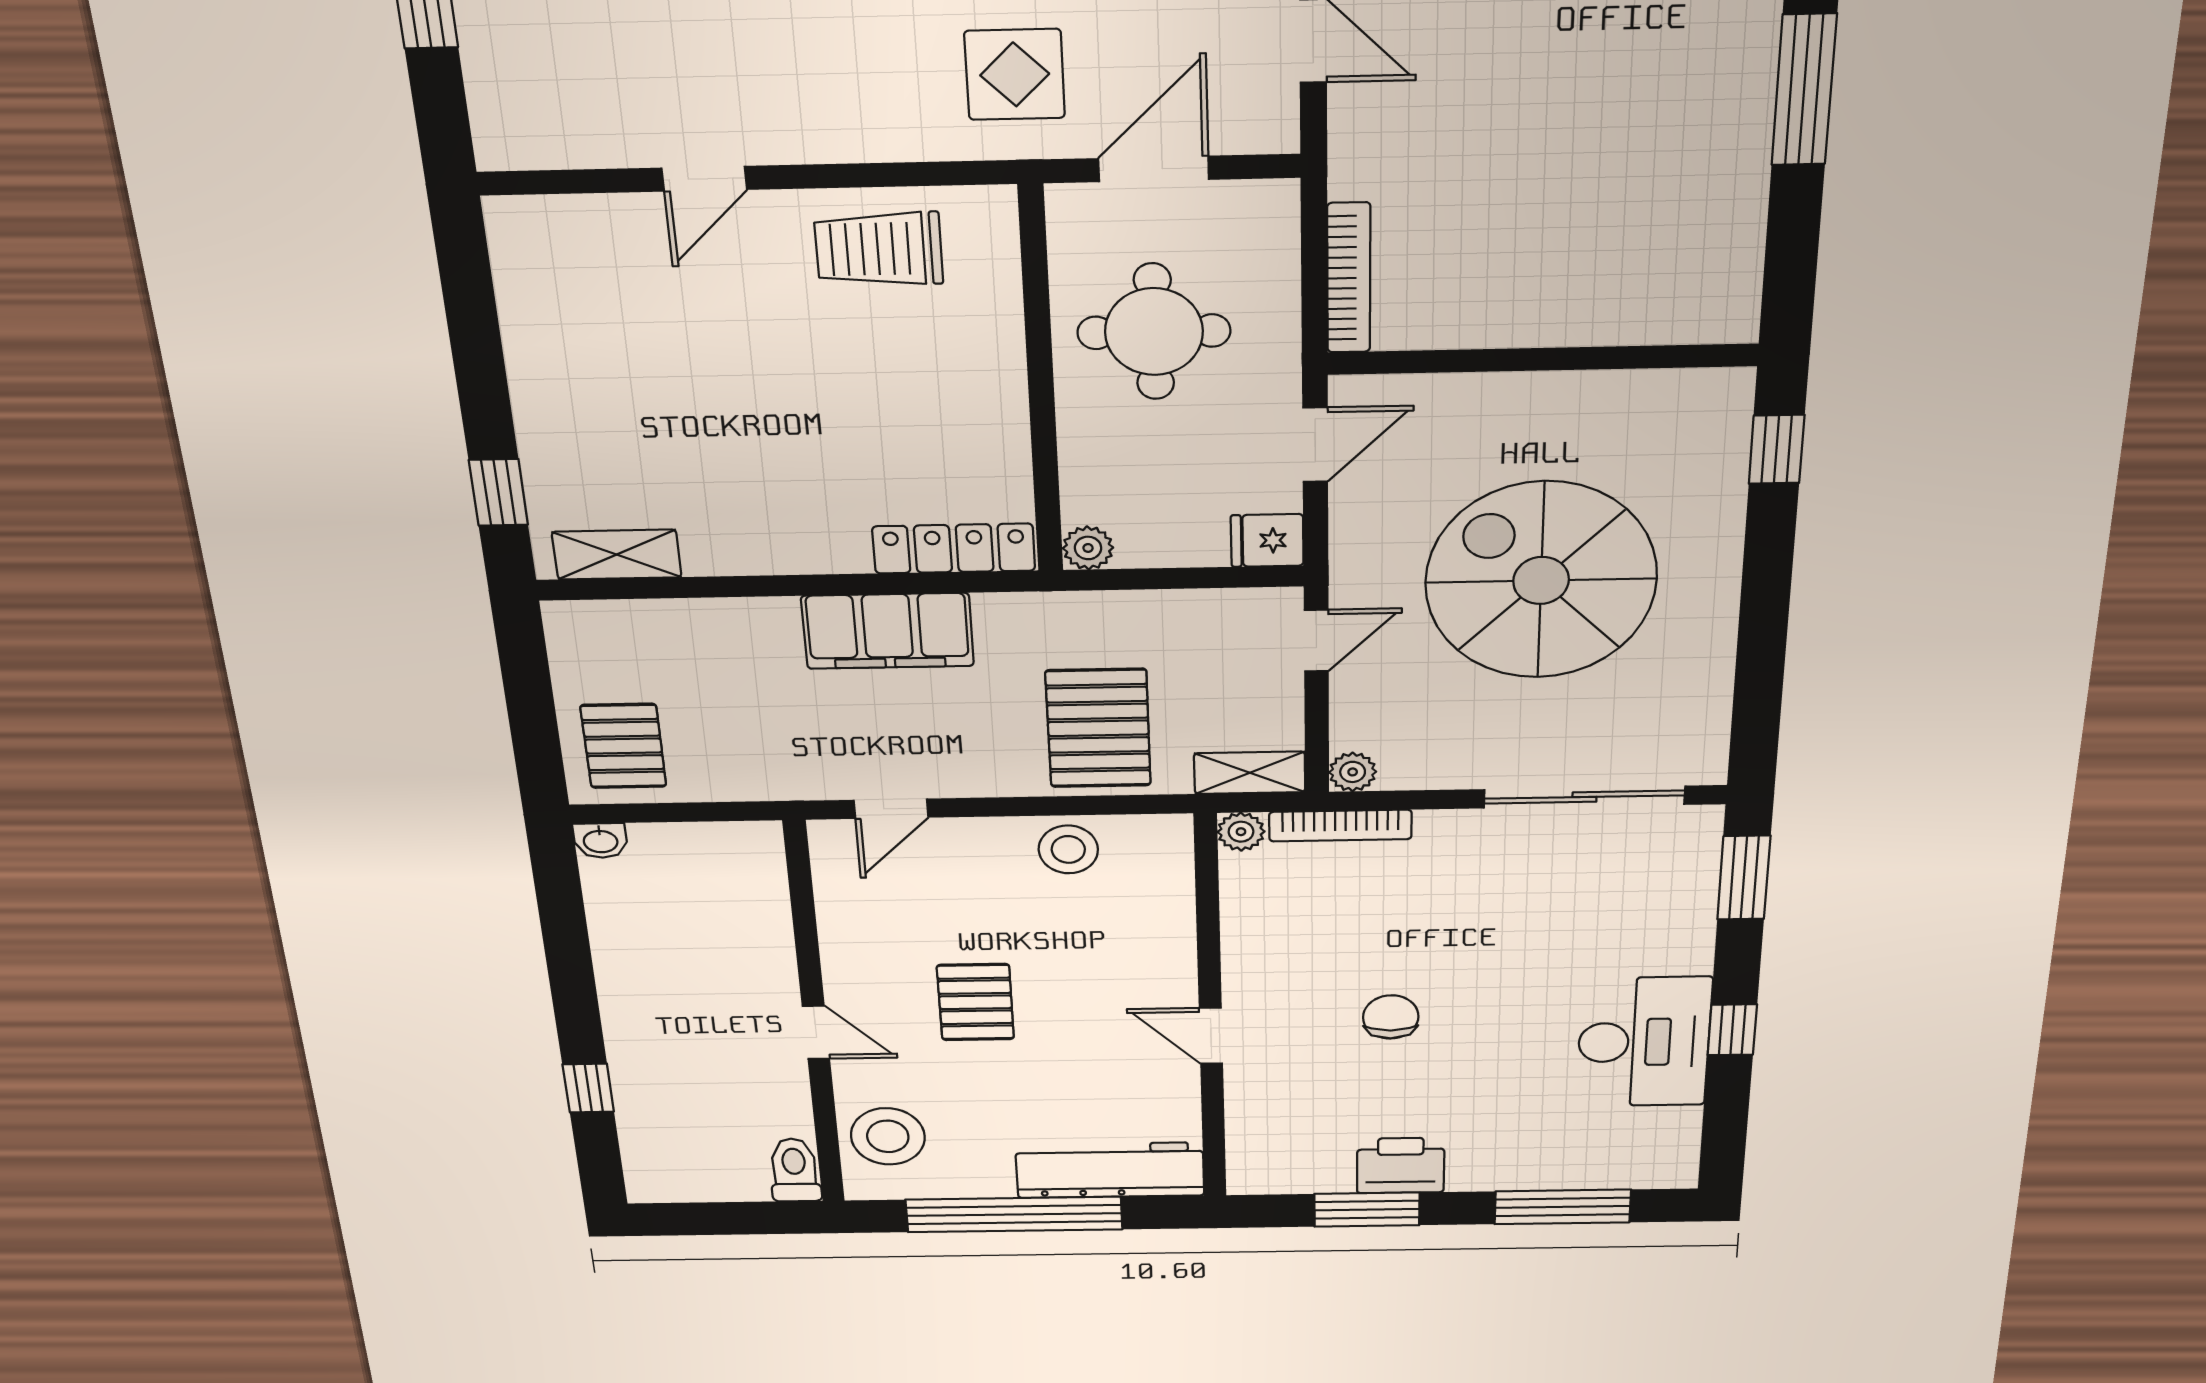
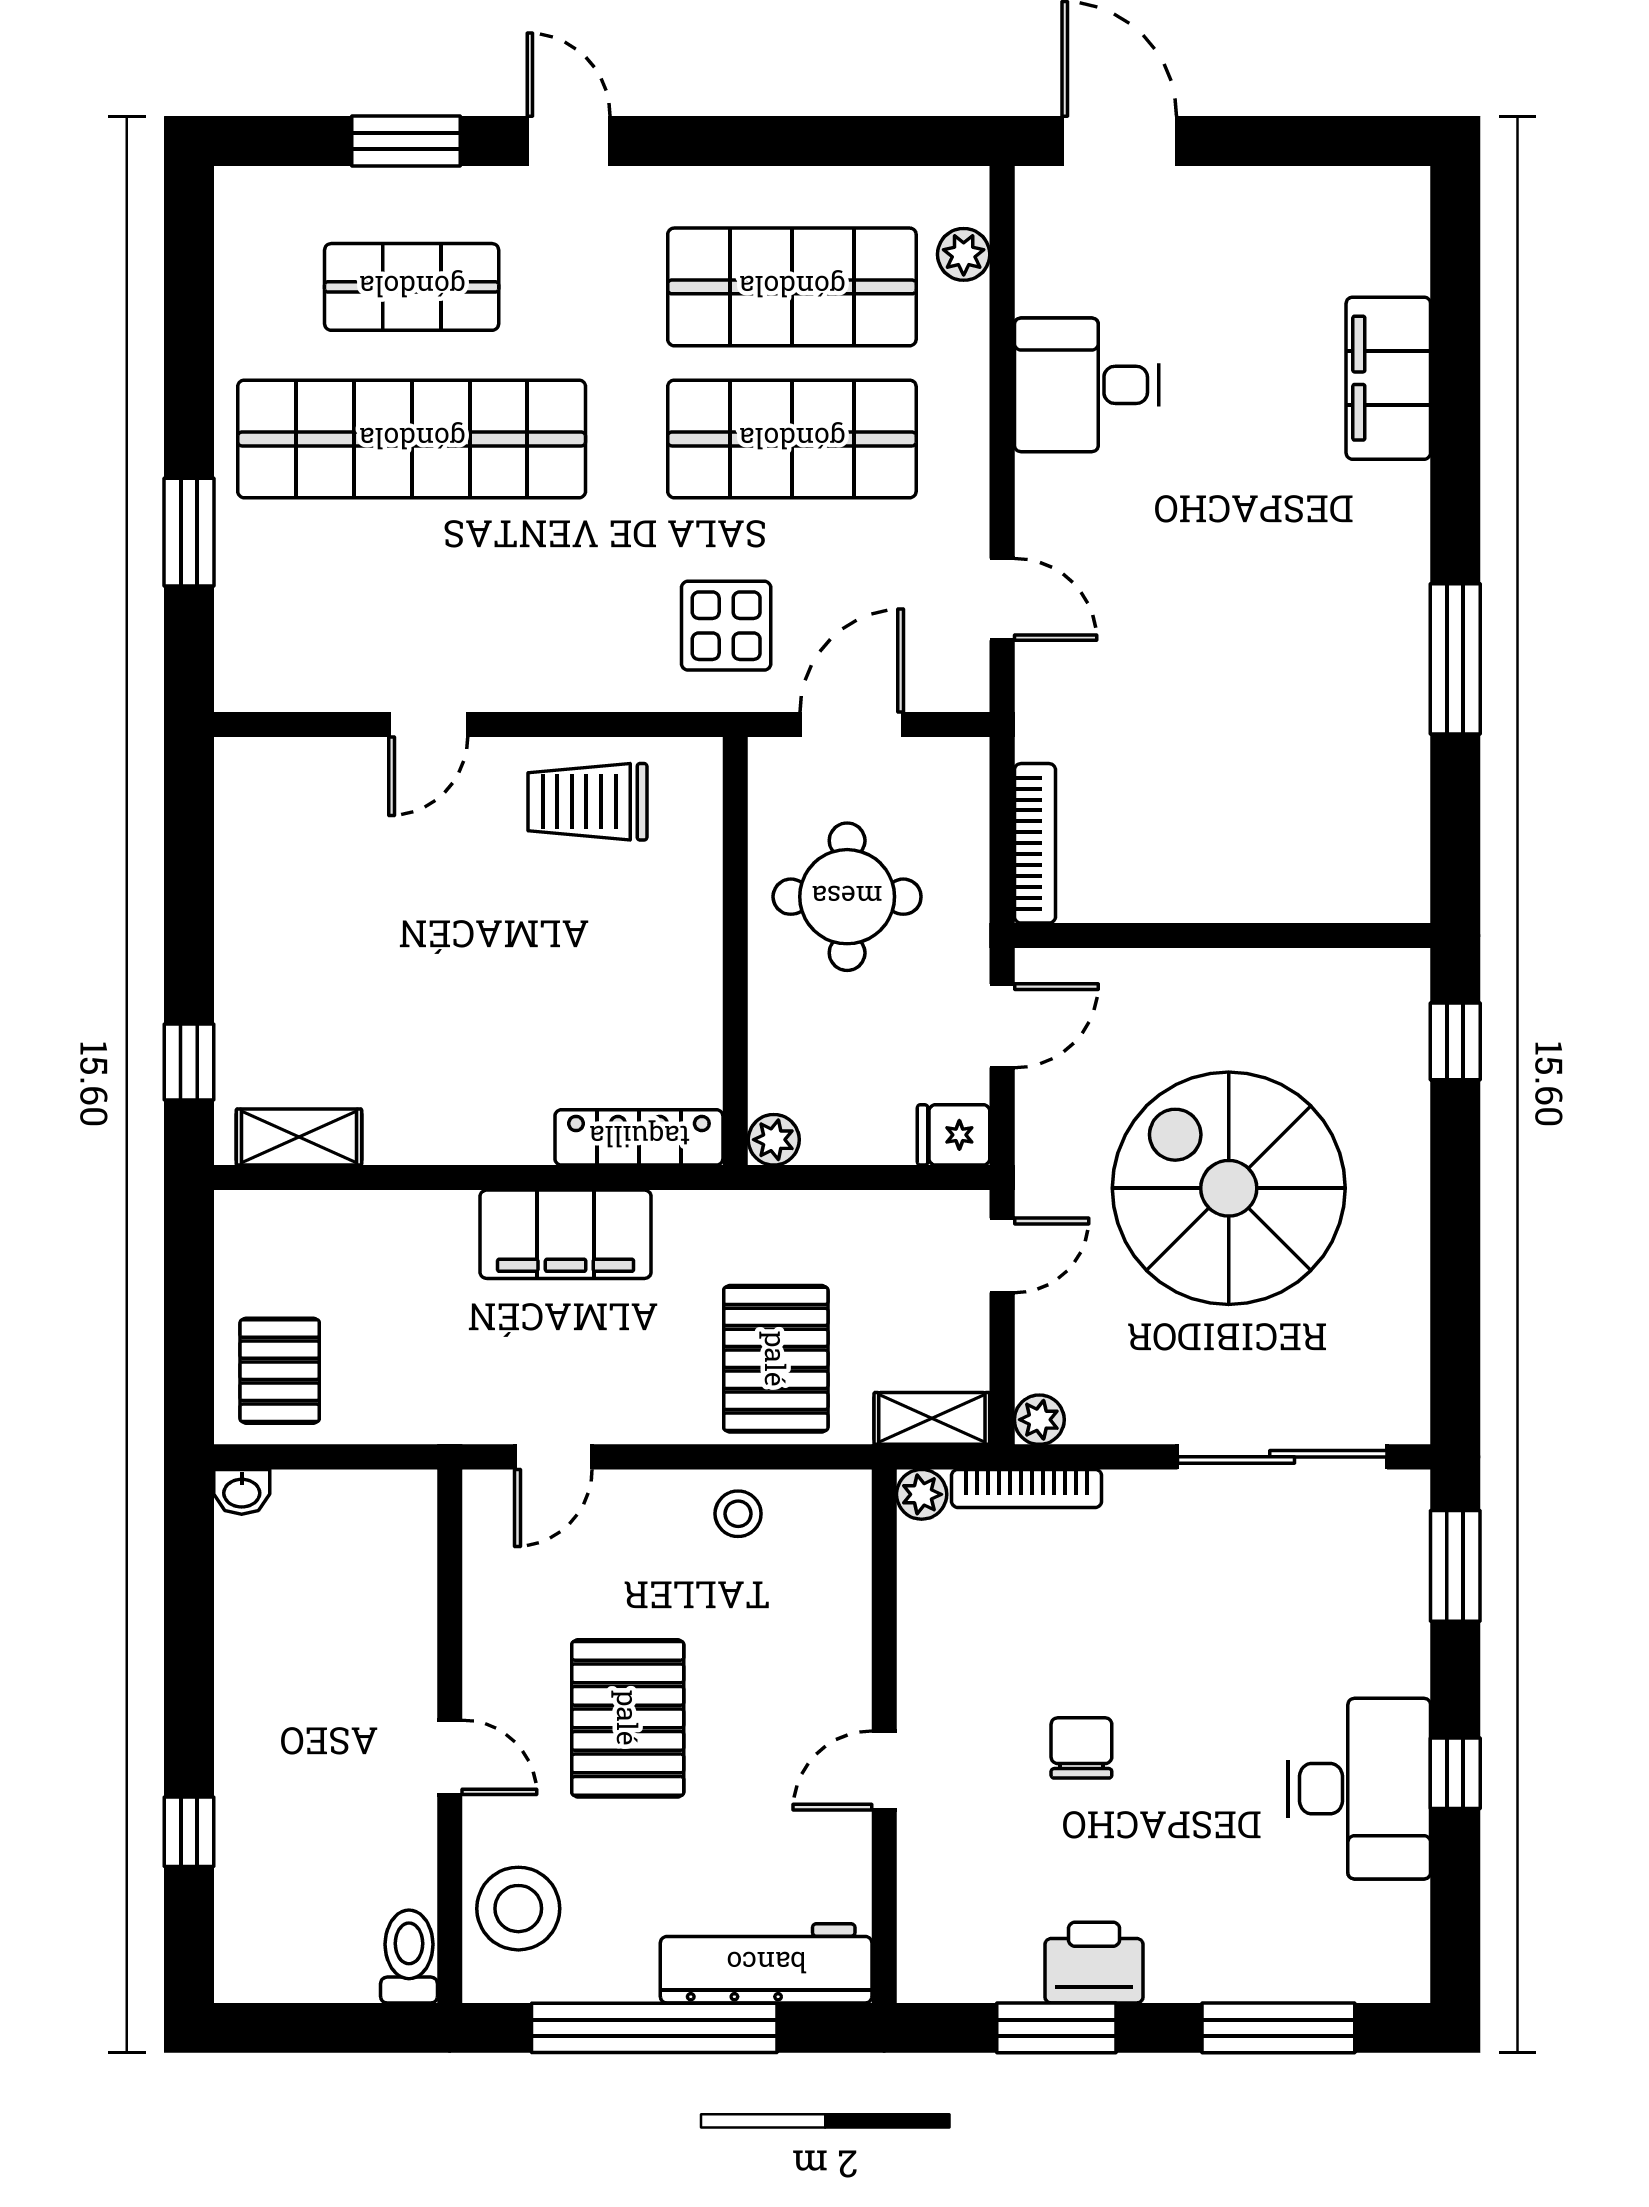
stool: (1068, 849) -> (738, 1514), width x0.73, depth x0.73
pallet: (975, 1002) -> (628, 1718), width x1.50, depth x1.42
door: (1211, 1036) -> (884, 1771), hinge flipped

